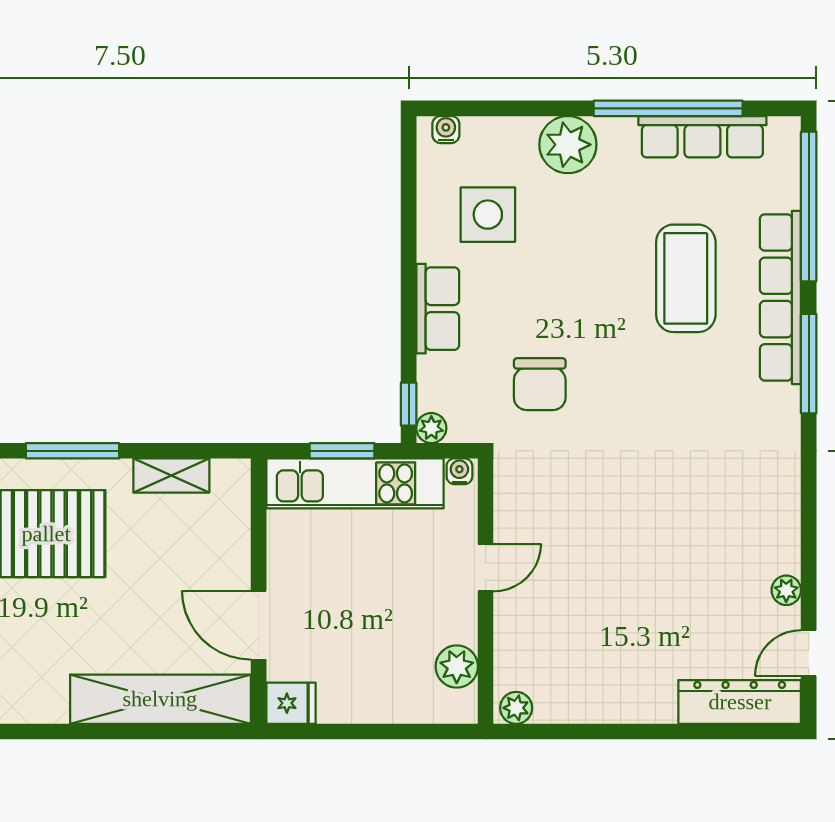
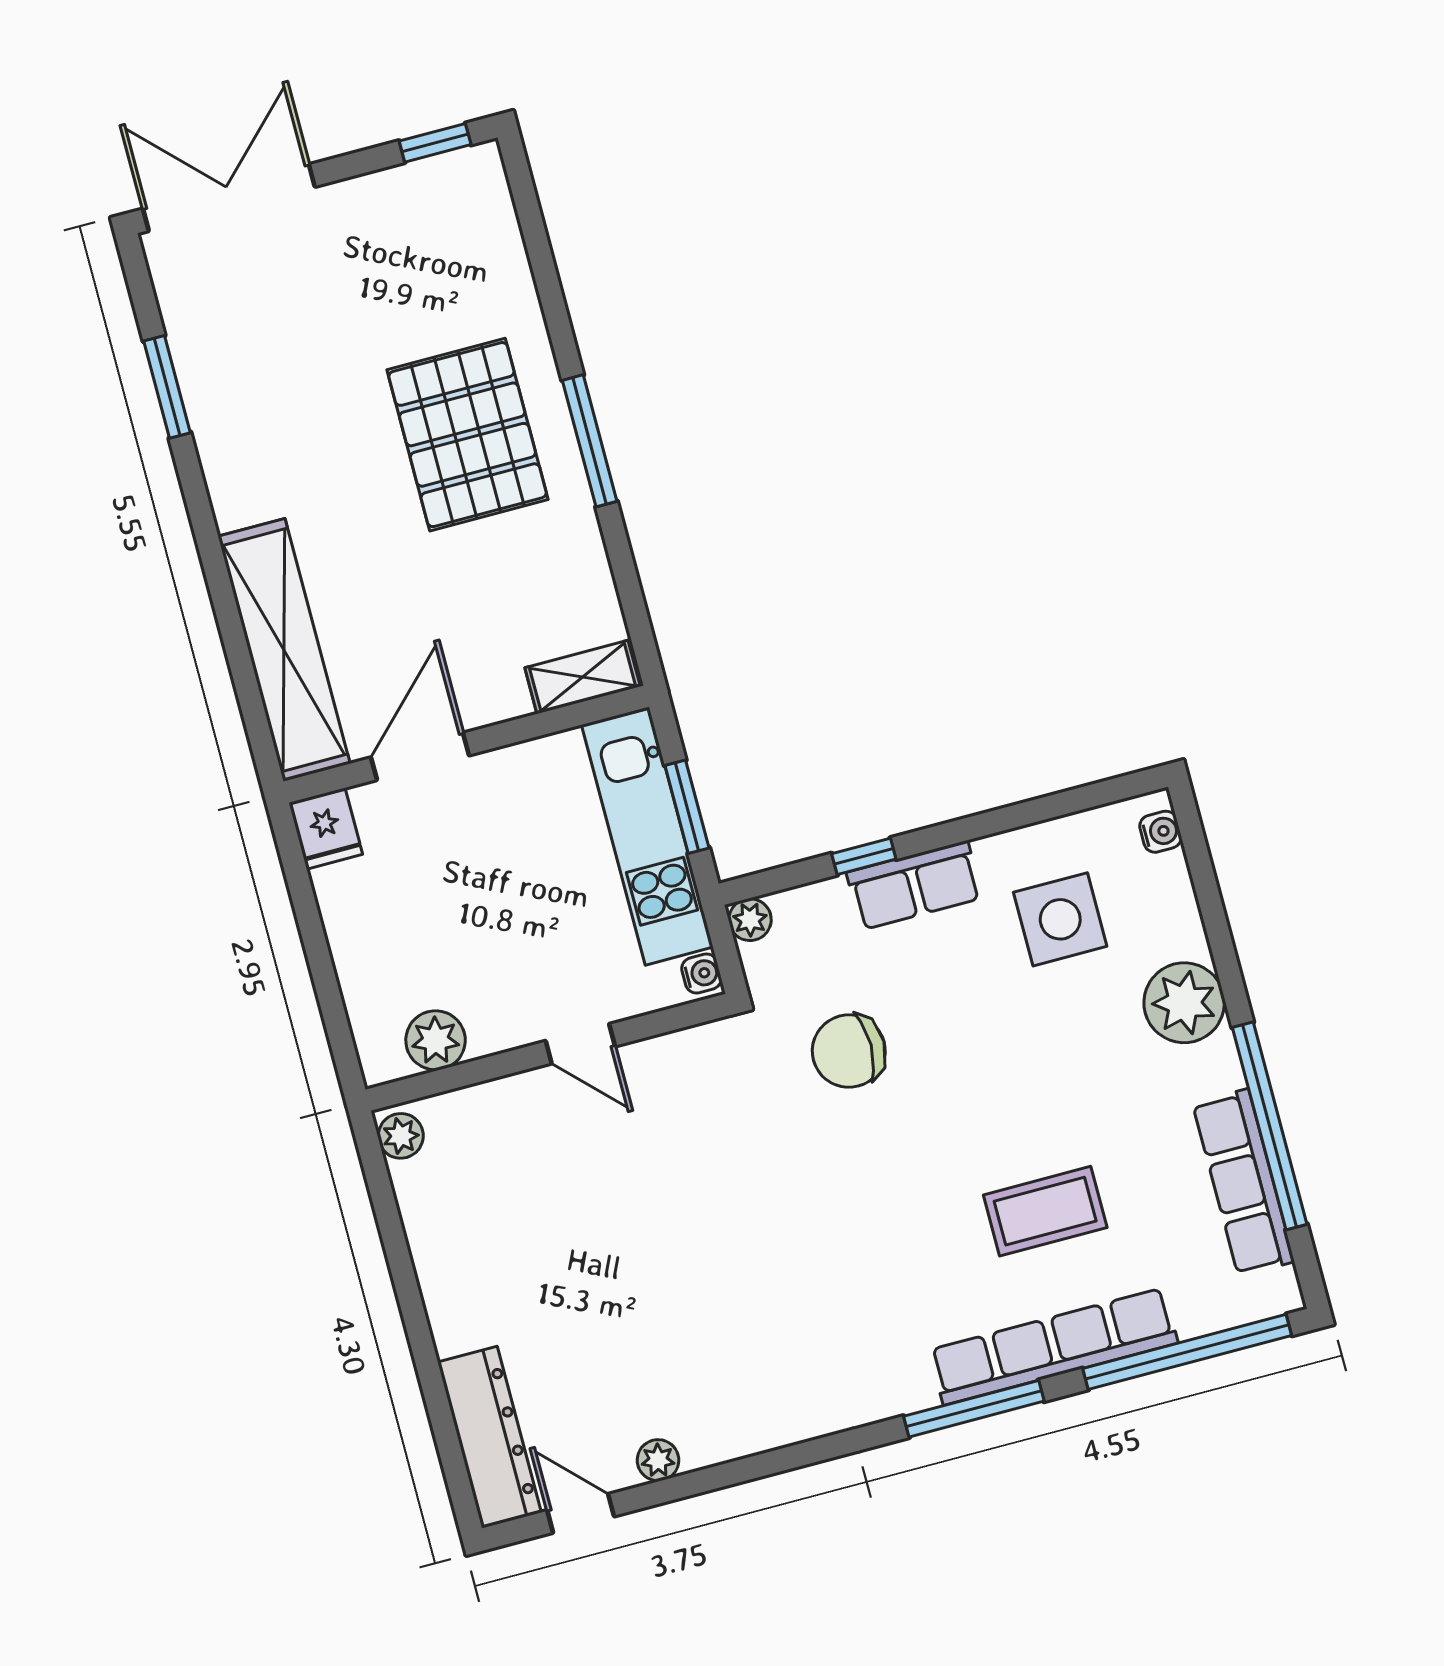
coffee table: (686, 278) -> (1045, 1211), width x0.73, depth x0.76
window: (409, 404) -> (864, 856), moved
shelving: (171, 476) -> (583, 677), moved, turned 90

